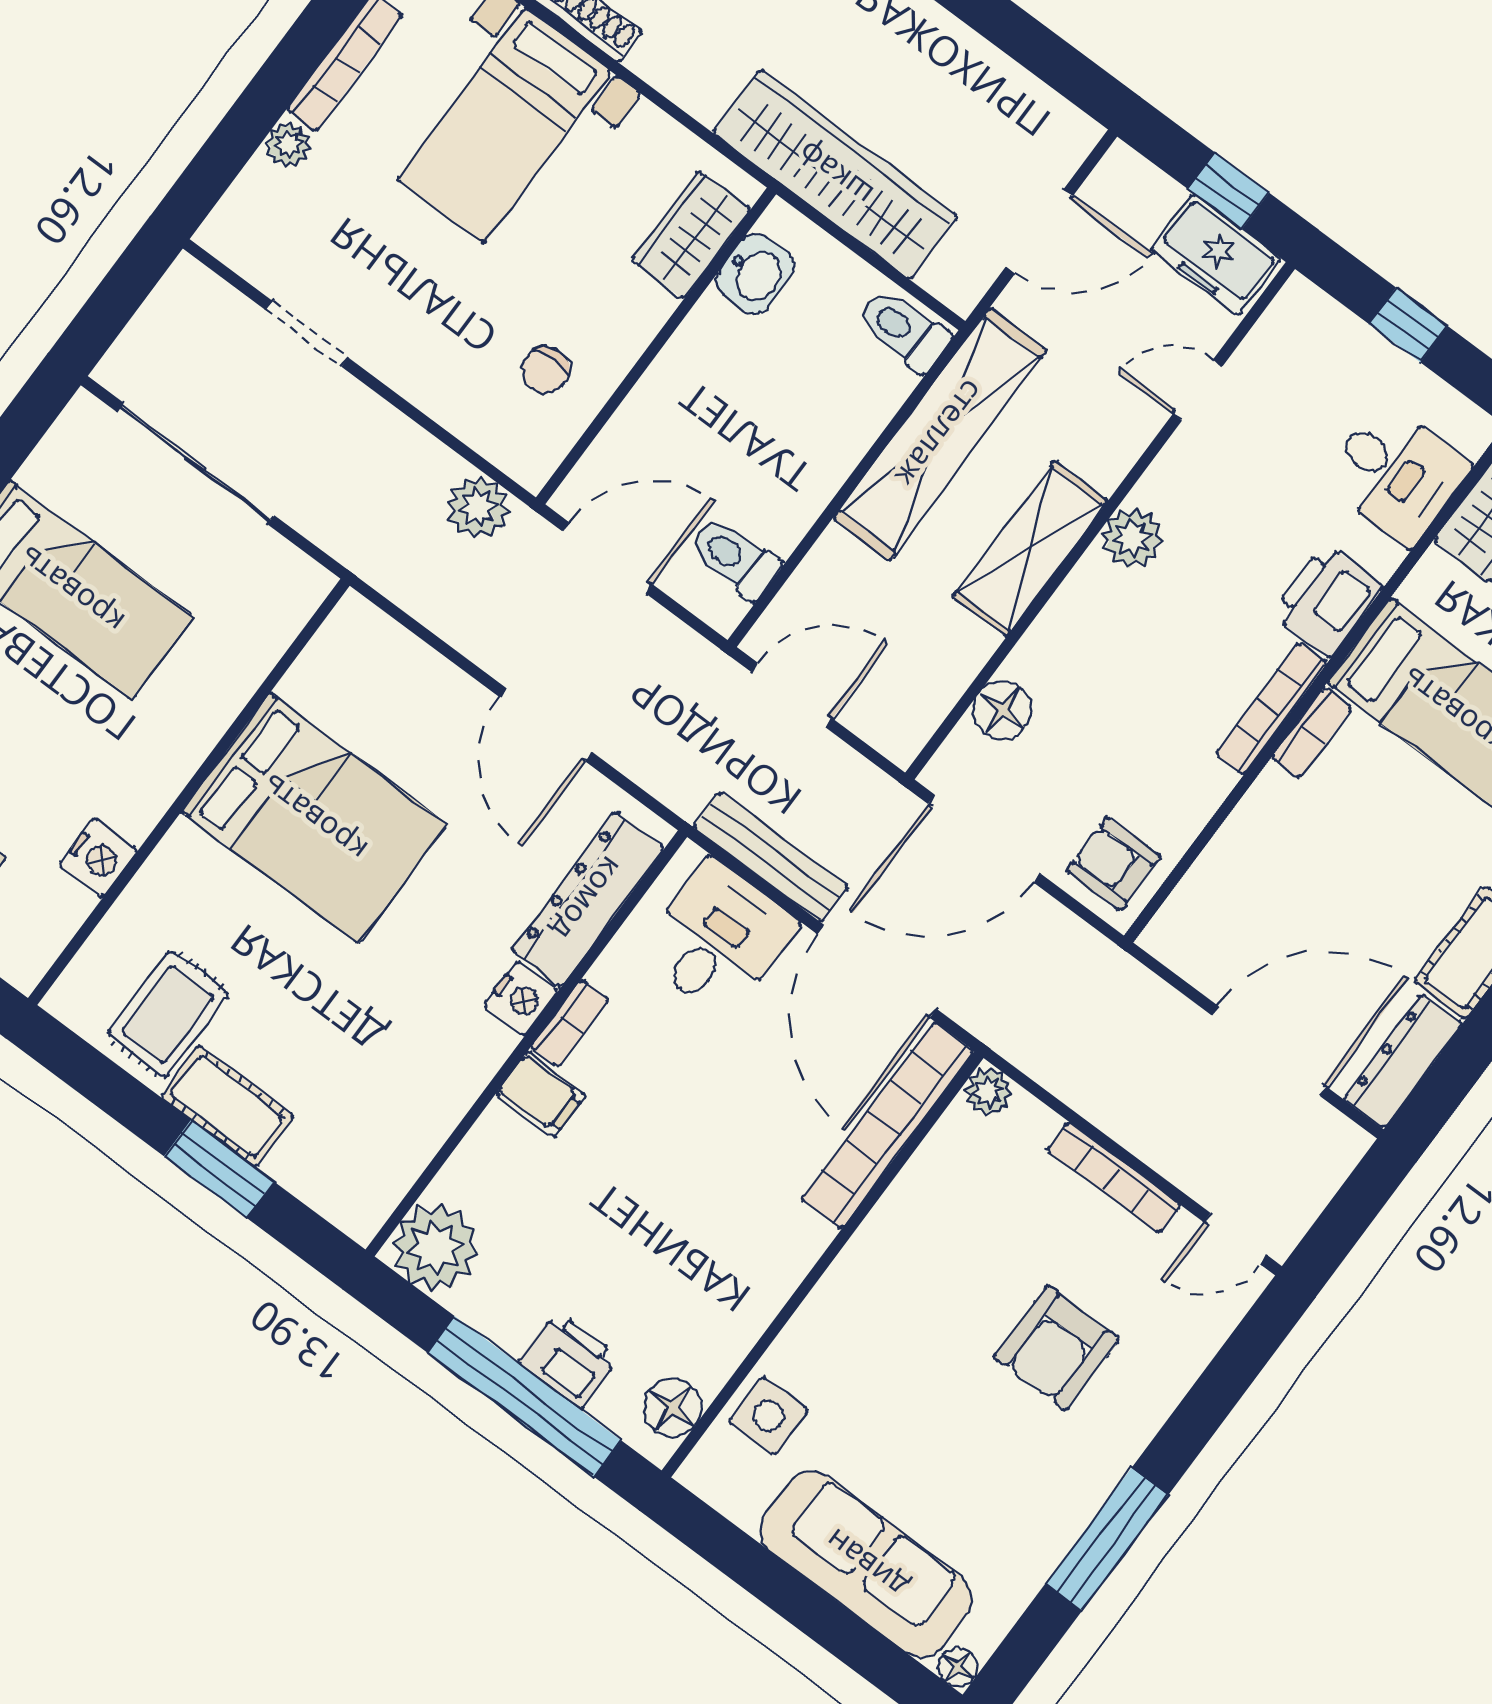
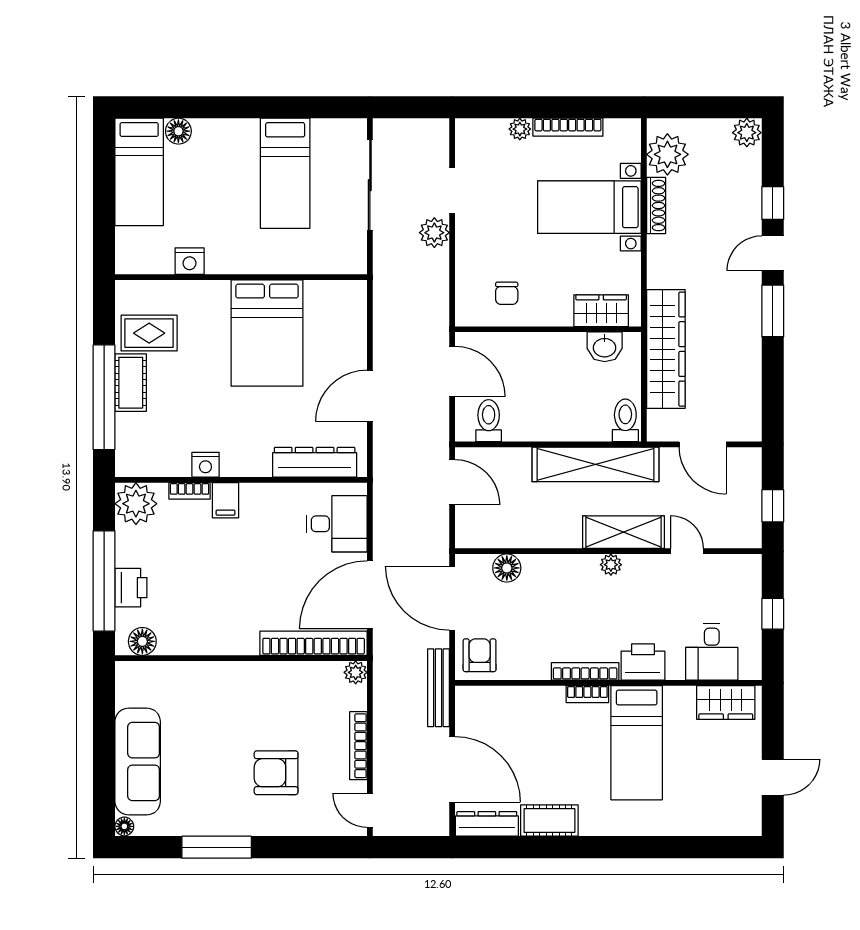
freezer: (1216, 255) -> (744, 519), removed
chair: (545, 370) -> (507, 293), turned -89
plant: (478, 507) -> (434, 233), moved
plant: (1132, 538) -> (611, 565), width x0.73, depth x0.73
shelving: (1030, 549) -> (623, 532), moved
bench: (771, 857) -> (438, 688), moved
nightstand: (521, 998) -> (205, 465), moved
bookcase: (570, 1023) -> (190, 491), moved
window: (219, 1169) -> (104, 397), width x2.11
side table: (769, 1416) -> (167, 681), removed

